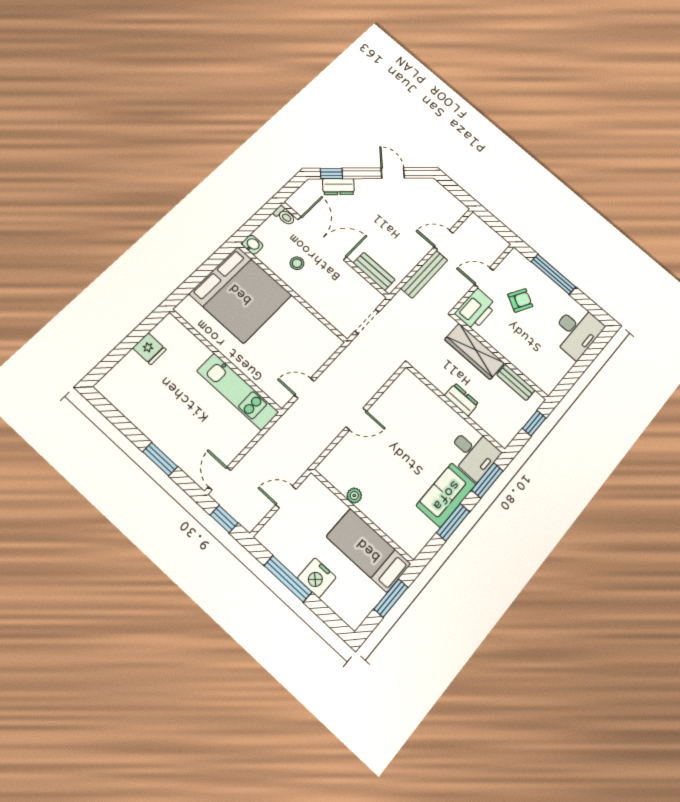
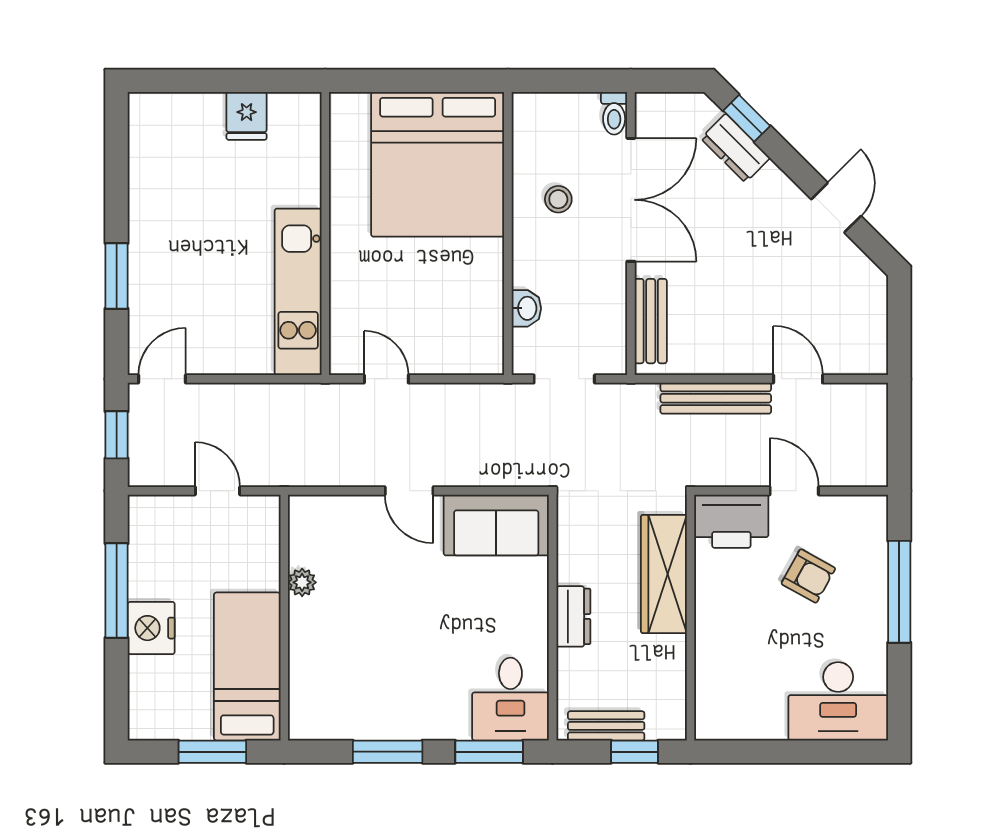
washbasin: (252, 245) -> (526, 308), moved
bench: (516, 382) -> (606, 726), moved, turned 90
sofa: (446, 495) -> (496, 525), moved, turned 180

